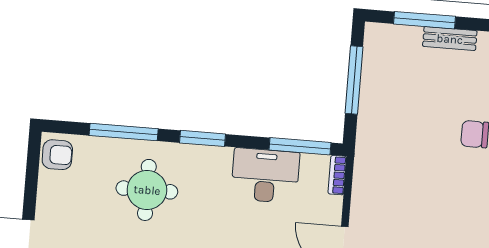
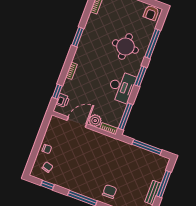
desk: (265, 176) -> (122, 87), moved
plant: (328, 210) -> (95, 121), added

